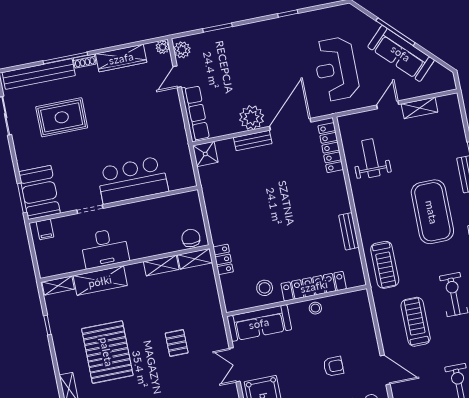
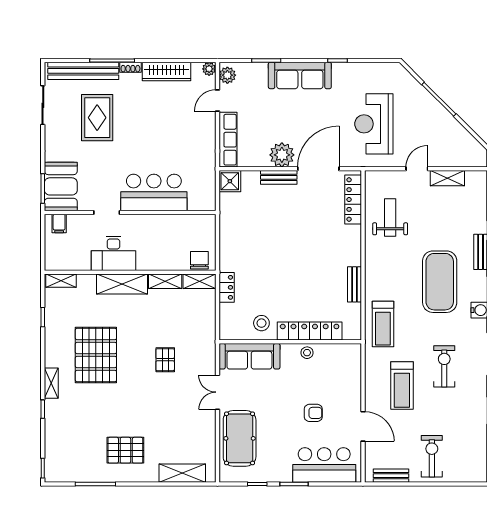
sofa: (401, 53) -> (300, 75), moved, turned -45
rug: (62, 117) -> (97, 118), turned 90
shelving: (100, 281) -> (122, 284), moved
treadmill: (416, 322) -> (402, 385), turned 180

